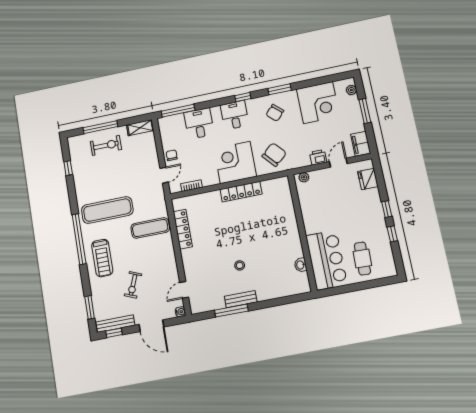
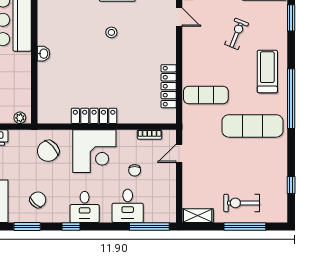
chair: (172, 155) -> (135, 170), moved
washbasin: (301, 265) -> (43, 54), moved
door: (184, 290) -> (179, 17), hinge flipped

